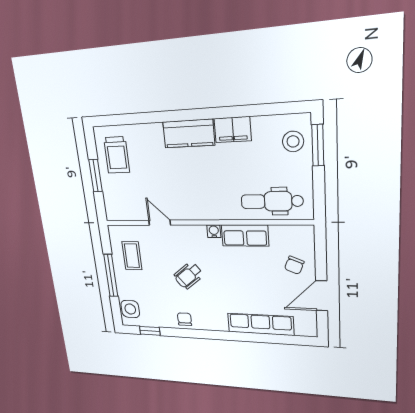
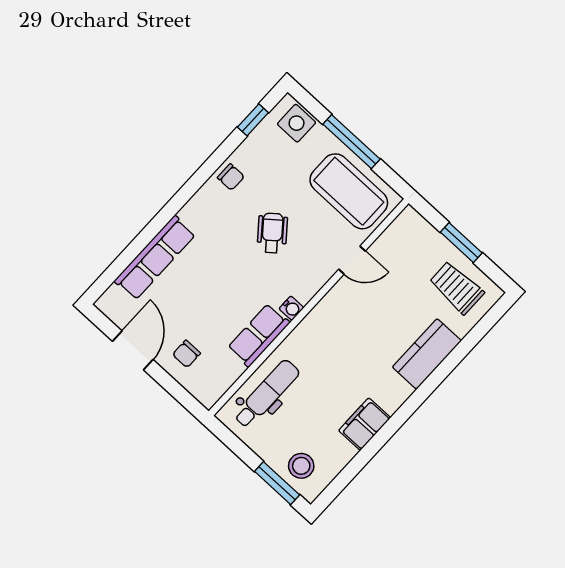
kitchen counter: (189, 134) -> (427, 354), moved
coffee table: (132, 256) -> (349, 191), width x1.86, depth x1.72
chair: (294, 265) -> (186, 354), turned -112

